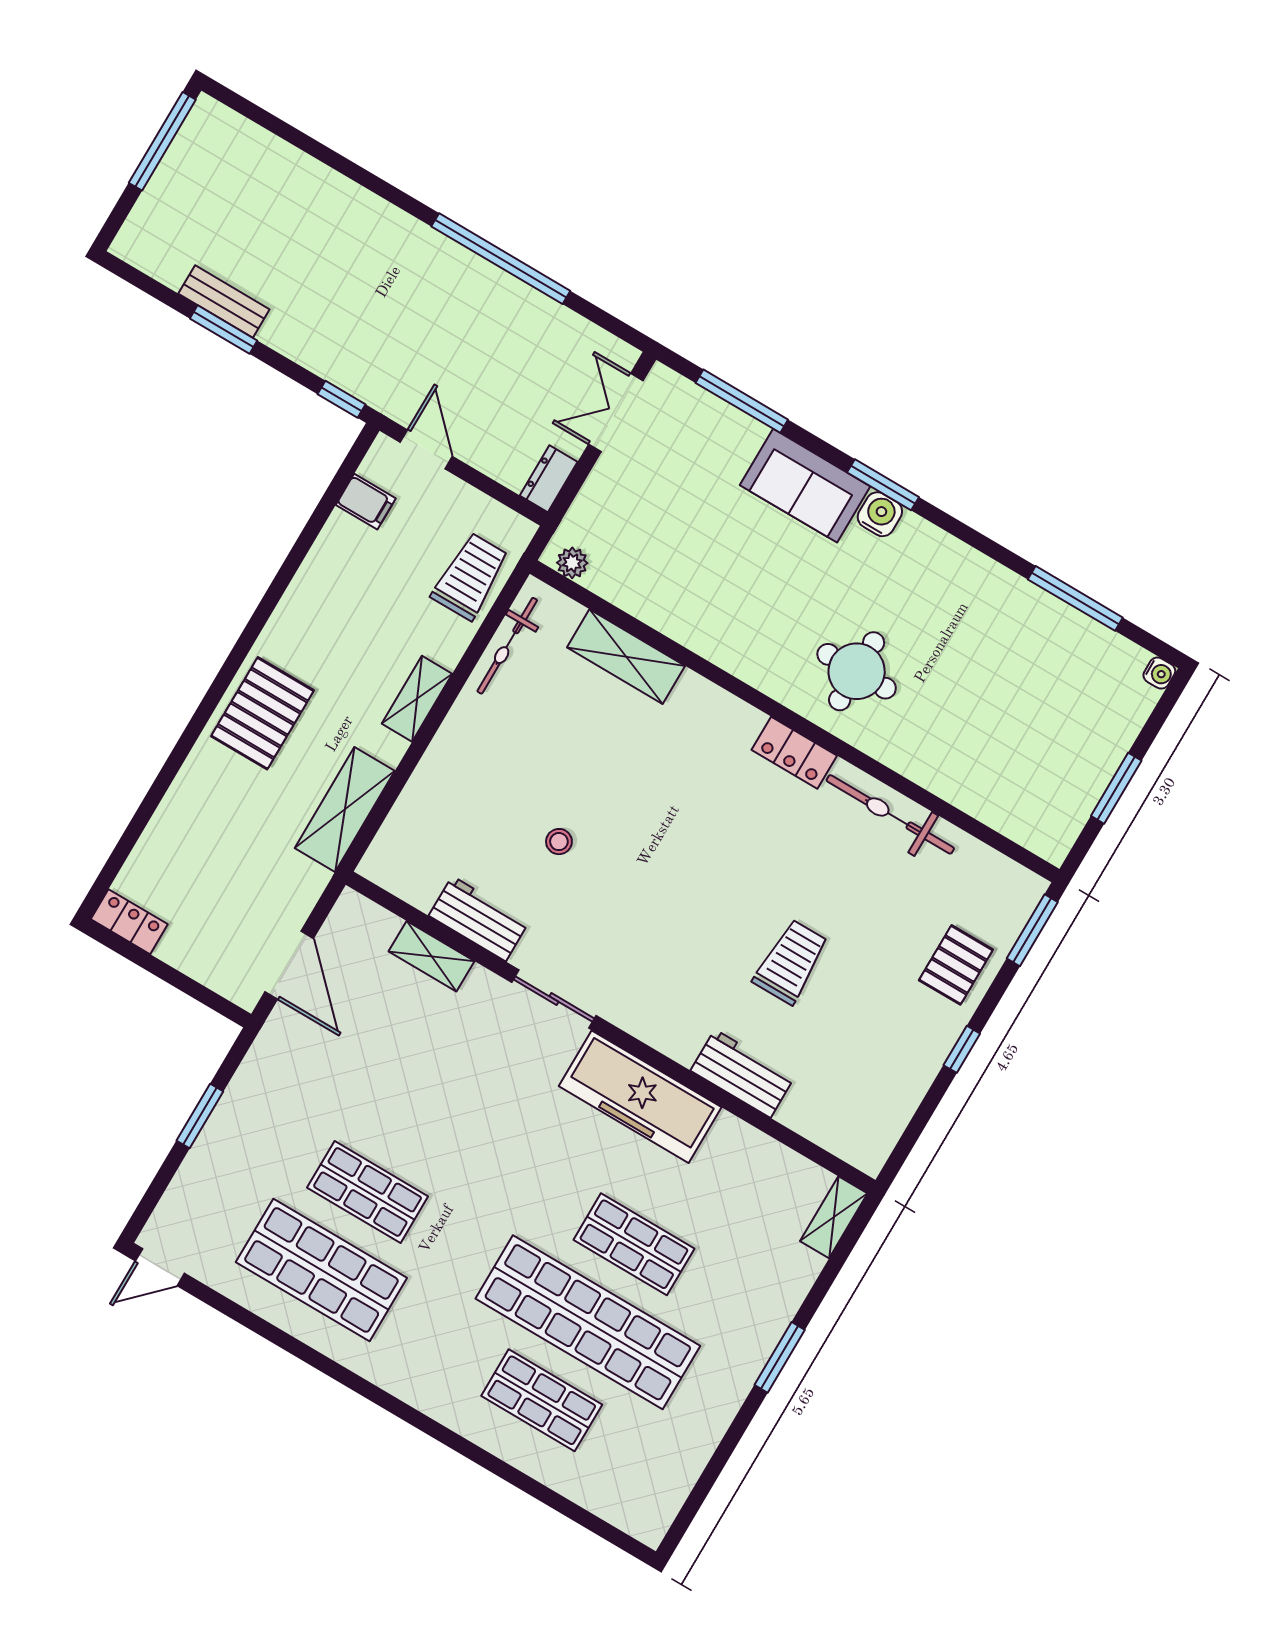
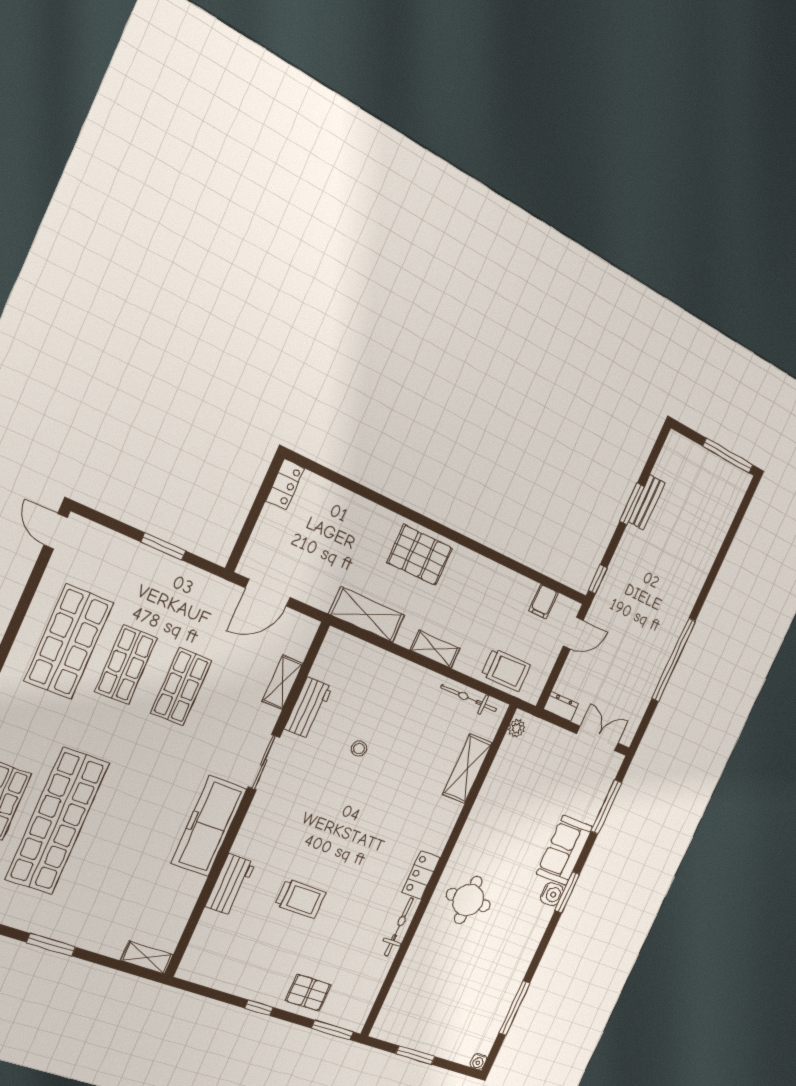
bicycle: (890, 814) -> (399, 927), width x0.73, depth x0.71
shop shelf: (634, 1244) -> (181, 687), moved

